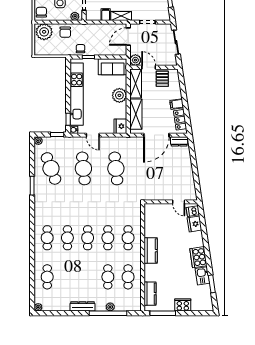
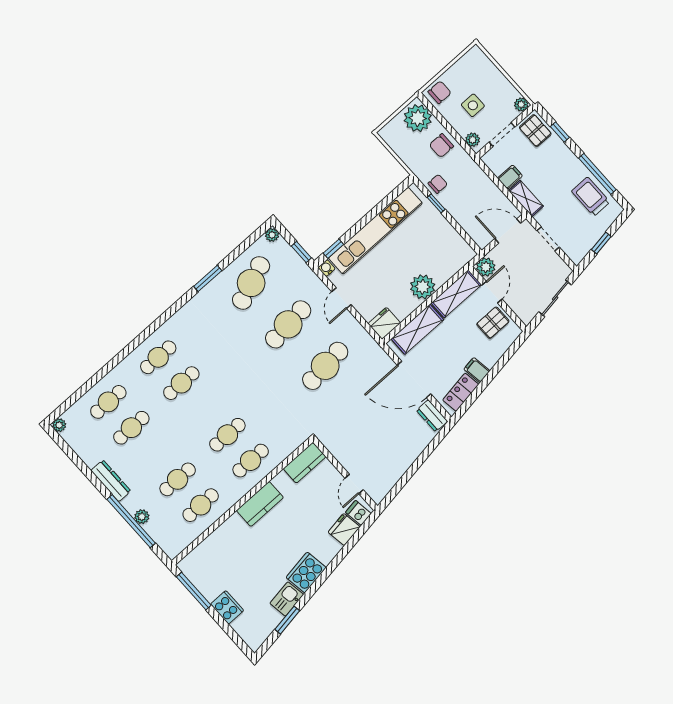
sofa: (113, 67) -> (451, 245), removed
cafe table: (88, 238) -> (131, 428), moved
kitchen counter: (150, 294) -> (305, 463), moved

